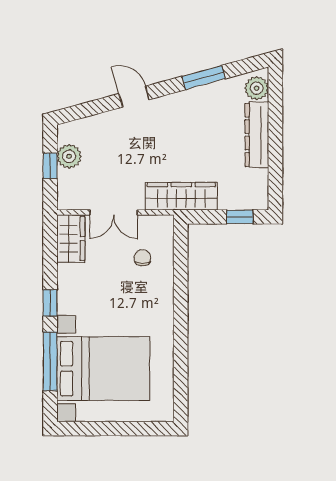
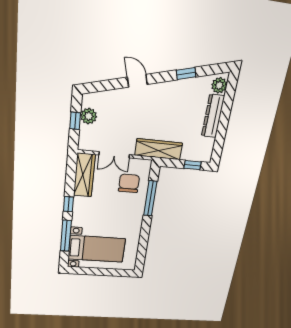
window: (204, 78) -> (186, 74), width x0.67
wardrobe: (71, 239) -> (84, 175), width x1.50
chair: (142, 258) -> (129, 183), width x1.87, depth x1.87
window: (181, 281) -> (150, 198), added
bed with nightstands: (103, 369) -> (97, 249), width x0.73

